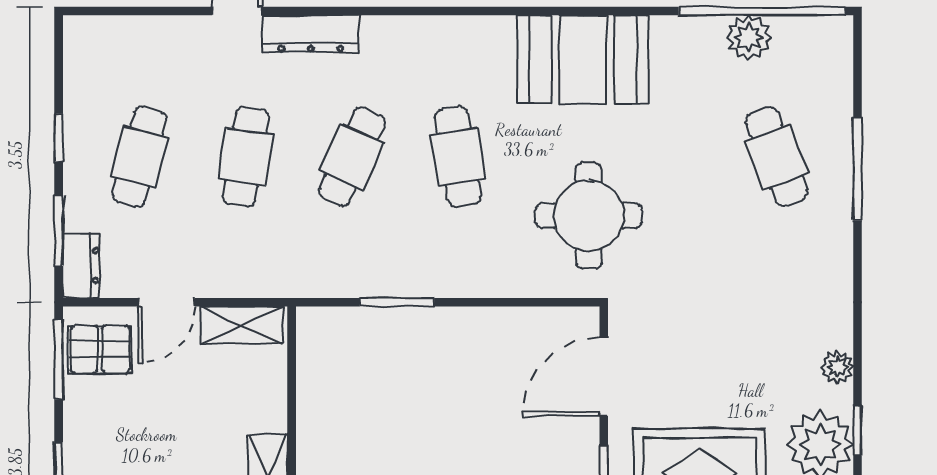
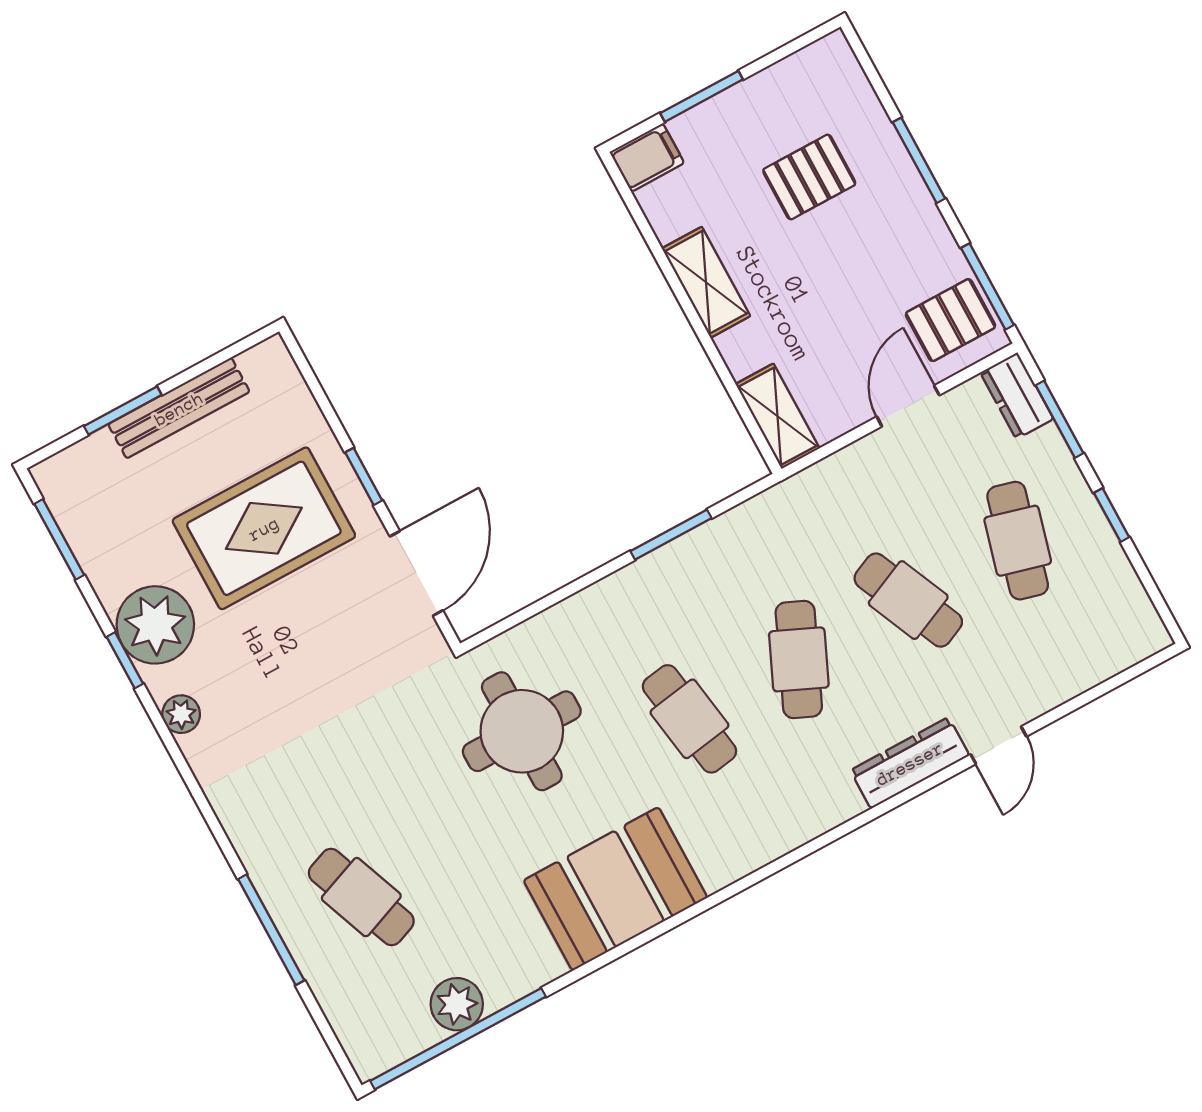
cafe table: (246, 157) -> (908, 600), turned -33
shelving: (242, 325) -> (777, 416), moved, turned 90

